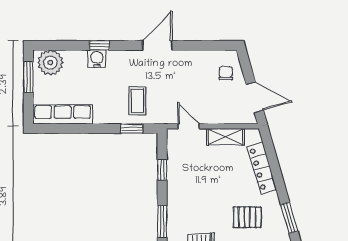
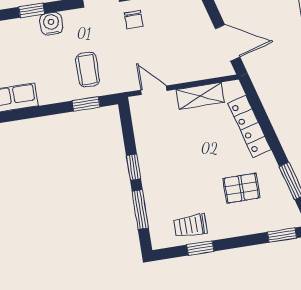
water cooler: (97, 59) -> (51, 24), moved
chair: (226, 73) -> (134, 20), moved, turned 180
window: (162, 170) -> (134, 167), moved

